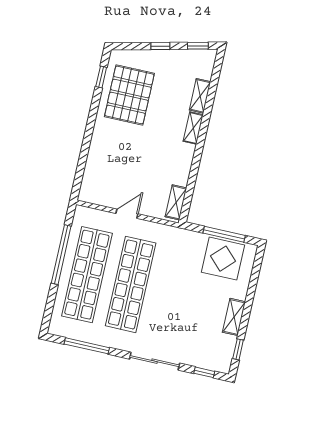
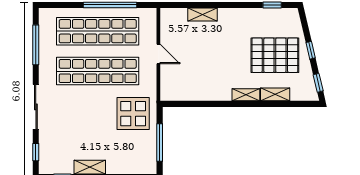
pallet: (129, 95) -> (275, 55), moved
shelving: (176, 202) -> (203, 14), moved
display table: (223, 259) -> (133, 114), moved

